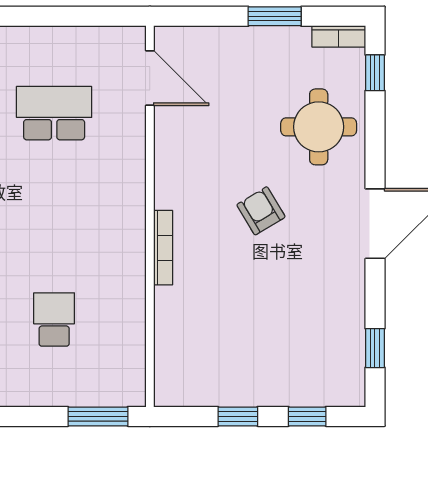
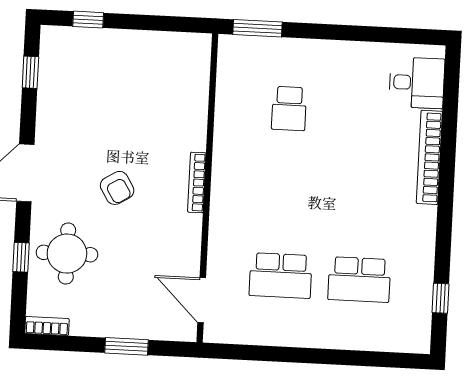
window: (275, 16) -> (126, 346), moved
window: (375, 73) -> (21, 257), moved
bookcase: (163, 248) -> (197, 182), moved
window: (238, 416) -> (144, 22), removed

